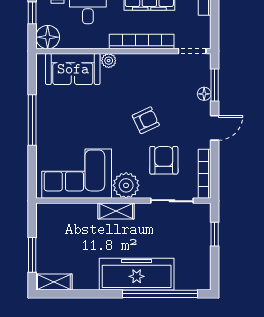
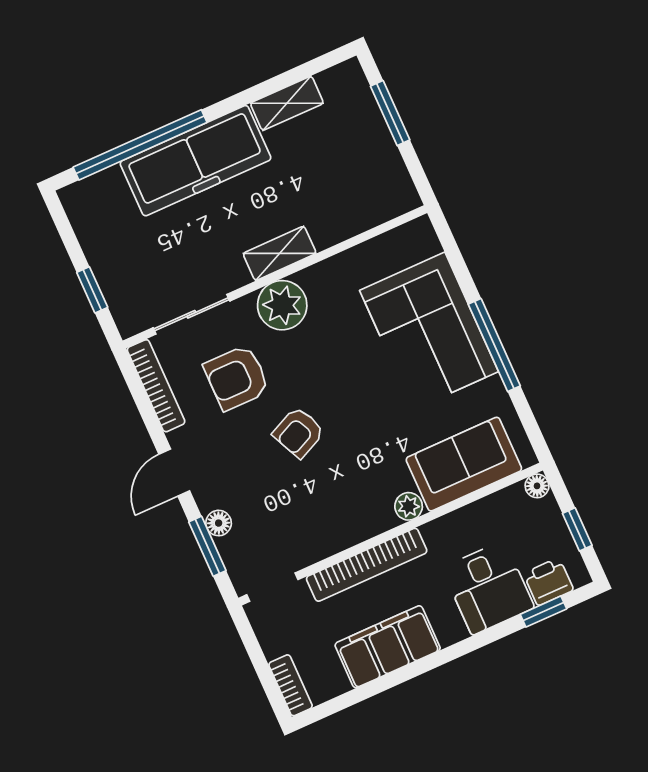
floor lamp: (48, 37) -> (537, 486), width x0.53, depth x0.53
armchair: (164, 160) -> (237, 378), turned 90
corner sofa: (77, 174) -> (429, 331), moved, turned 90
shelving: (54, 282) -> (287, 103), moved

